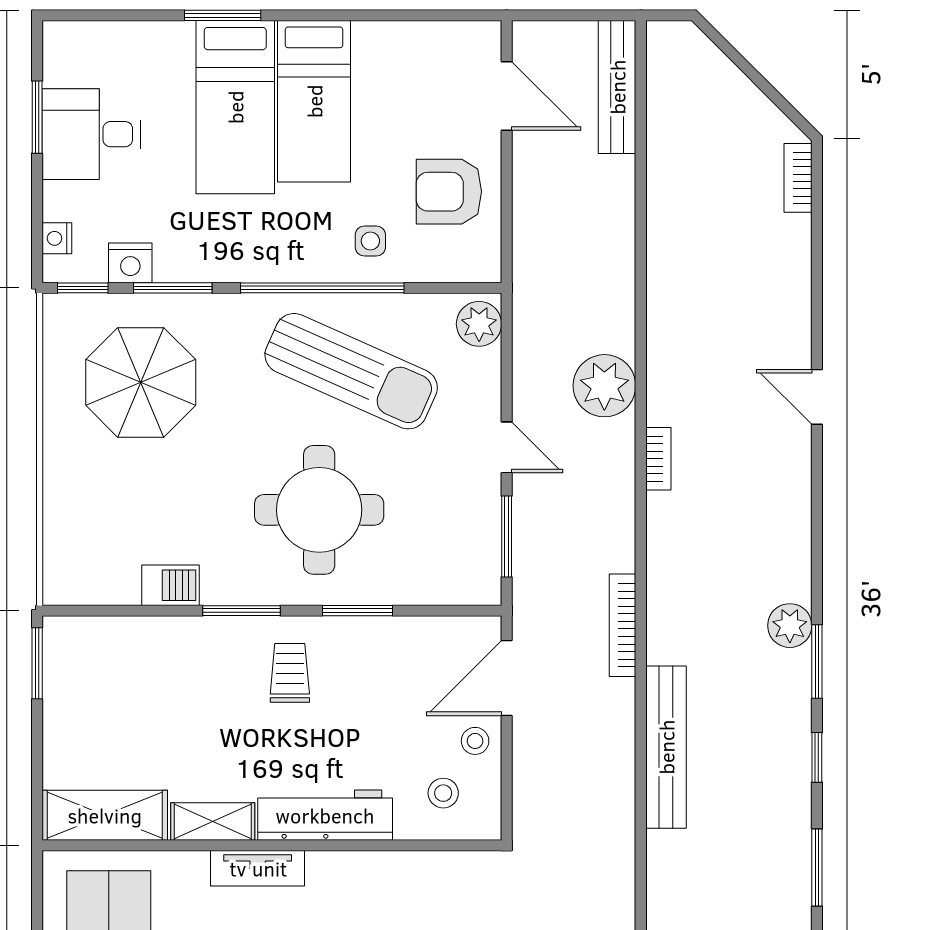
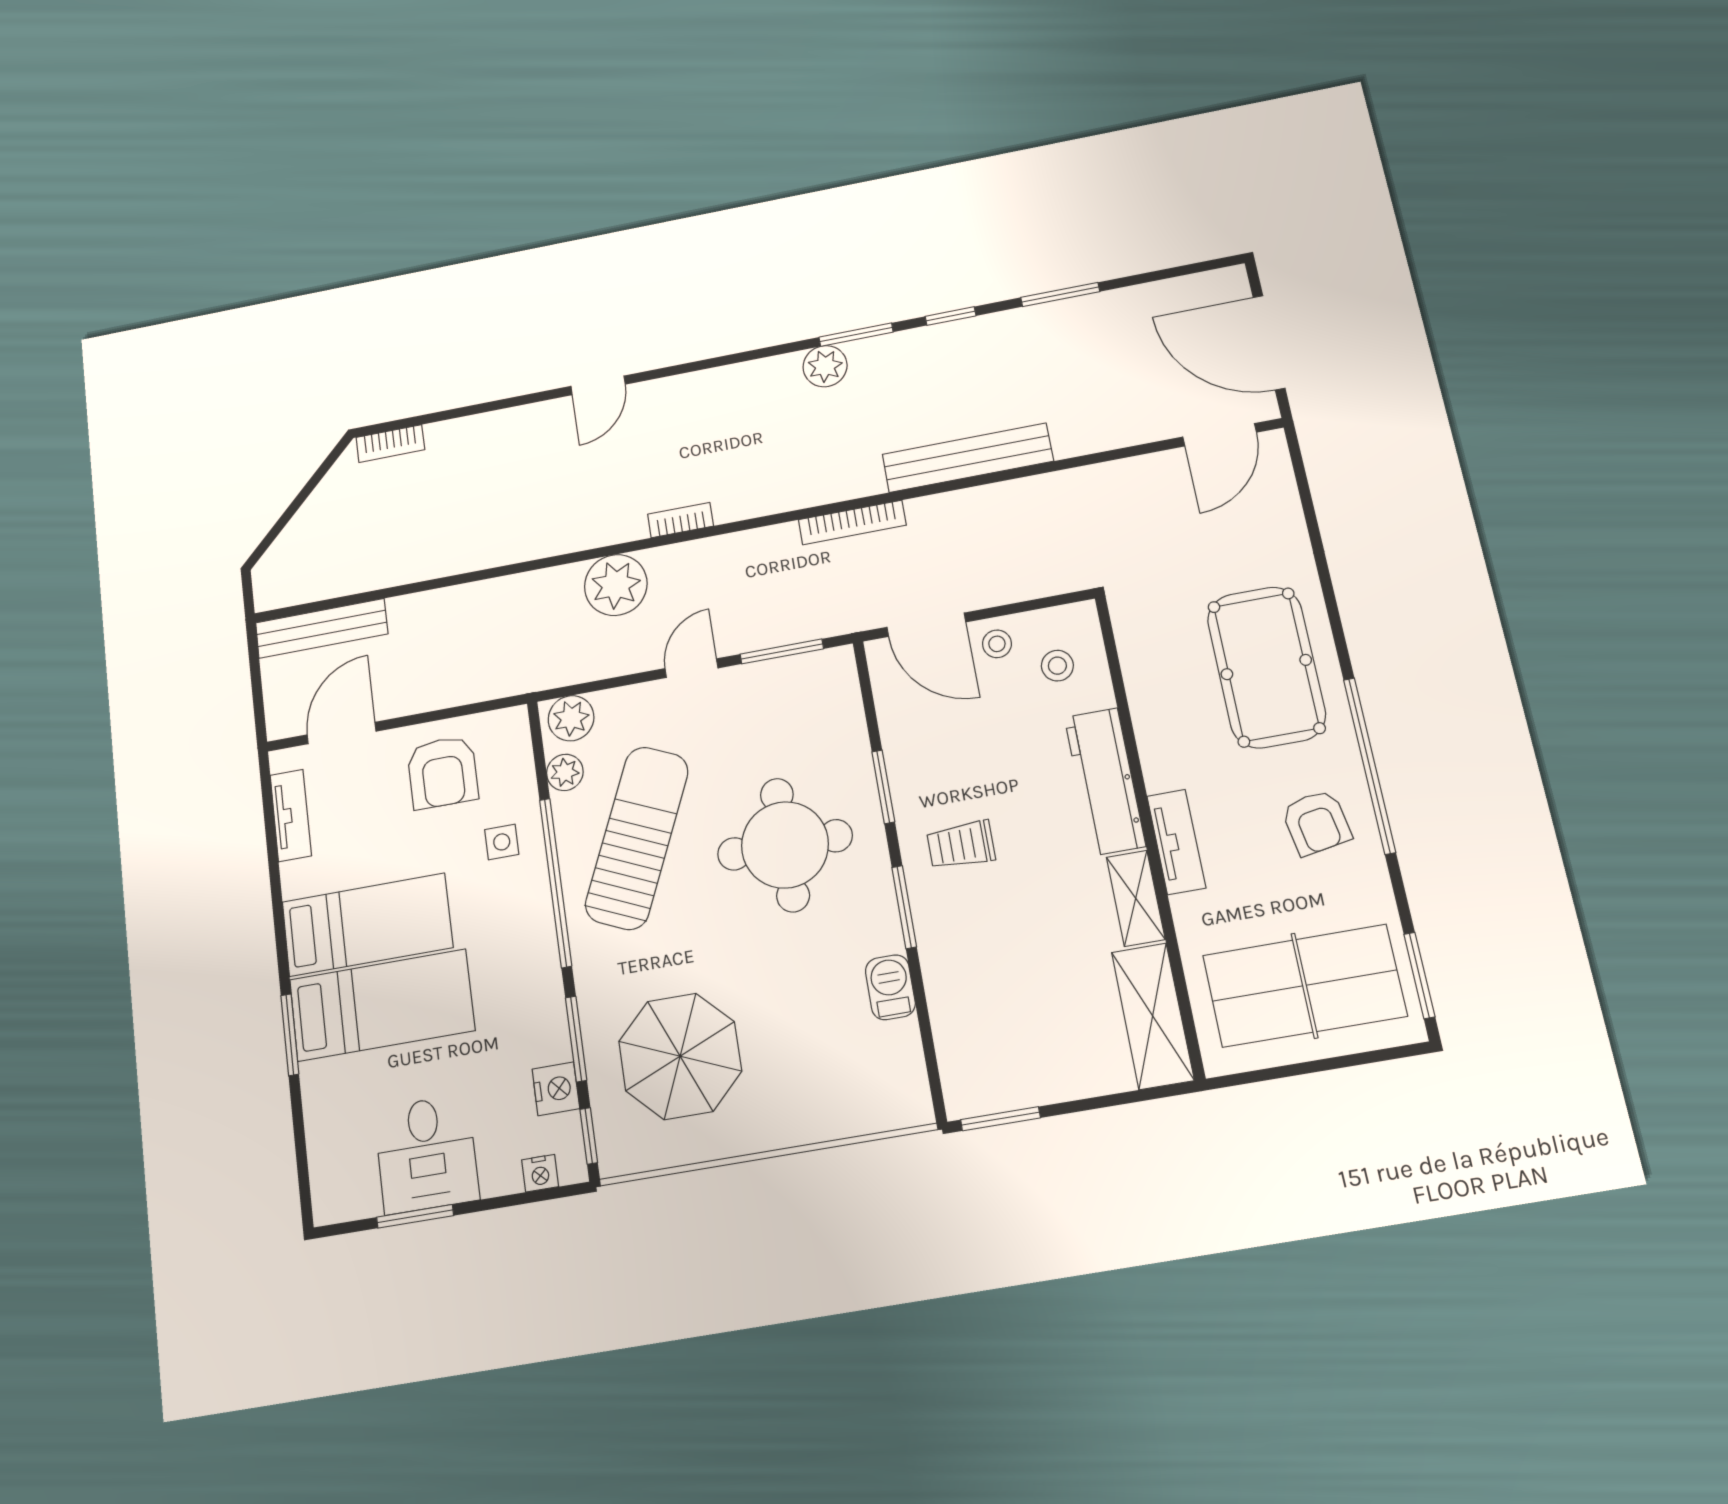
tv unit: (434, 37) -> (291, 815), added
plant: (427, 311) -> (565, 772), added

